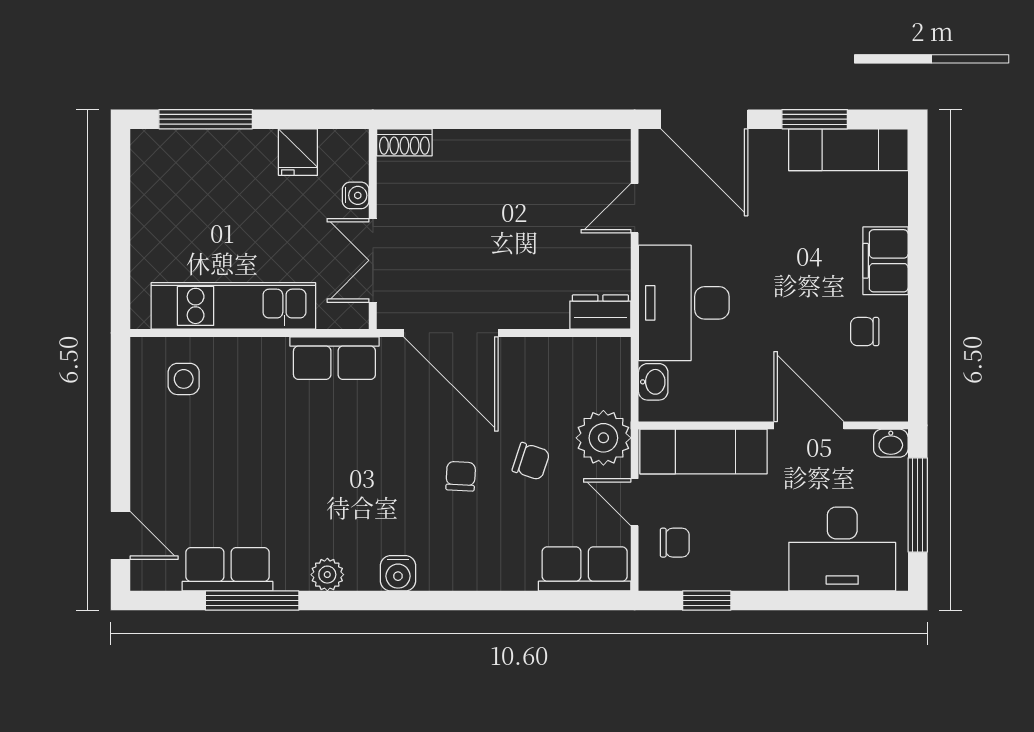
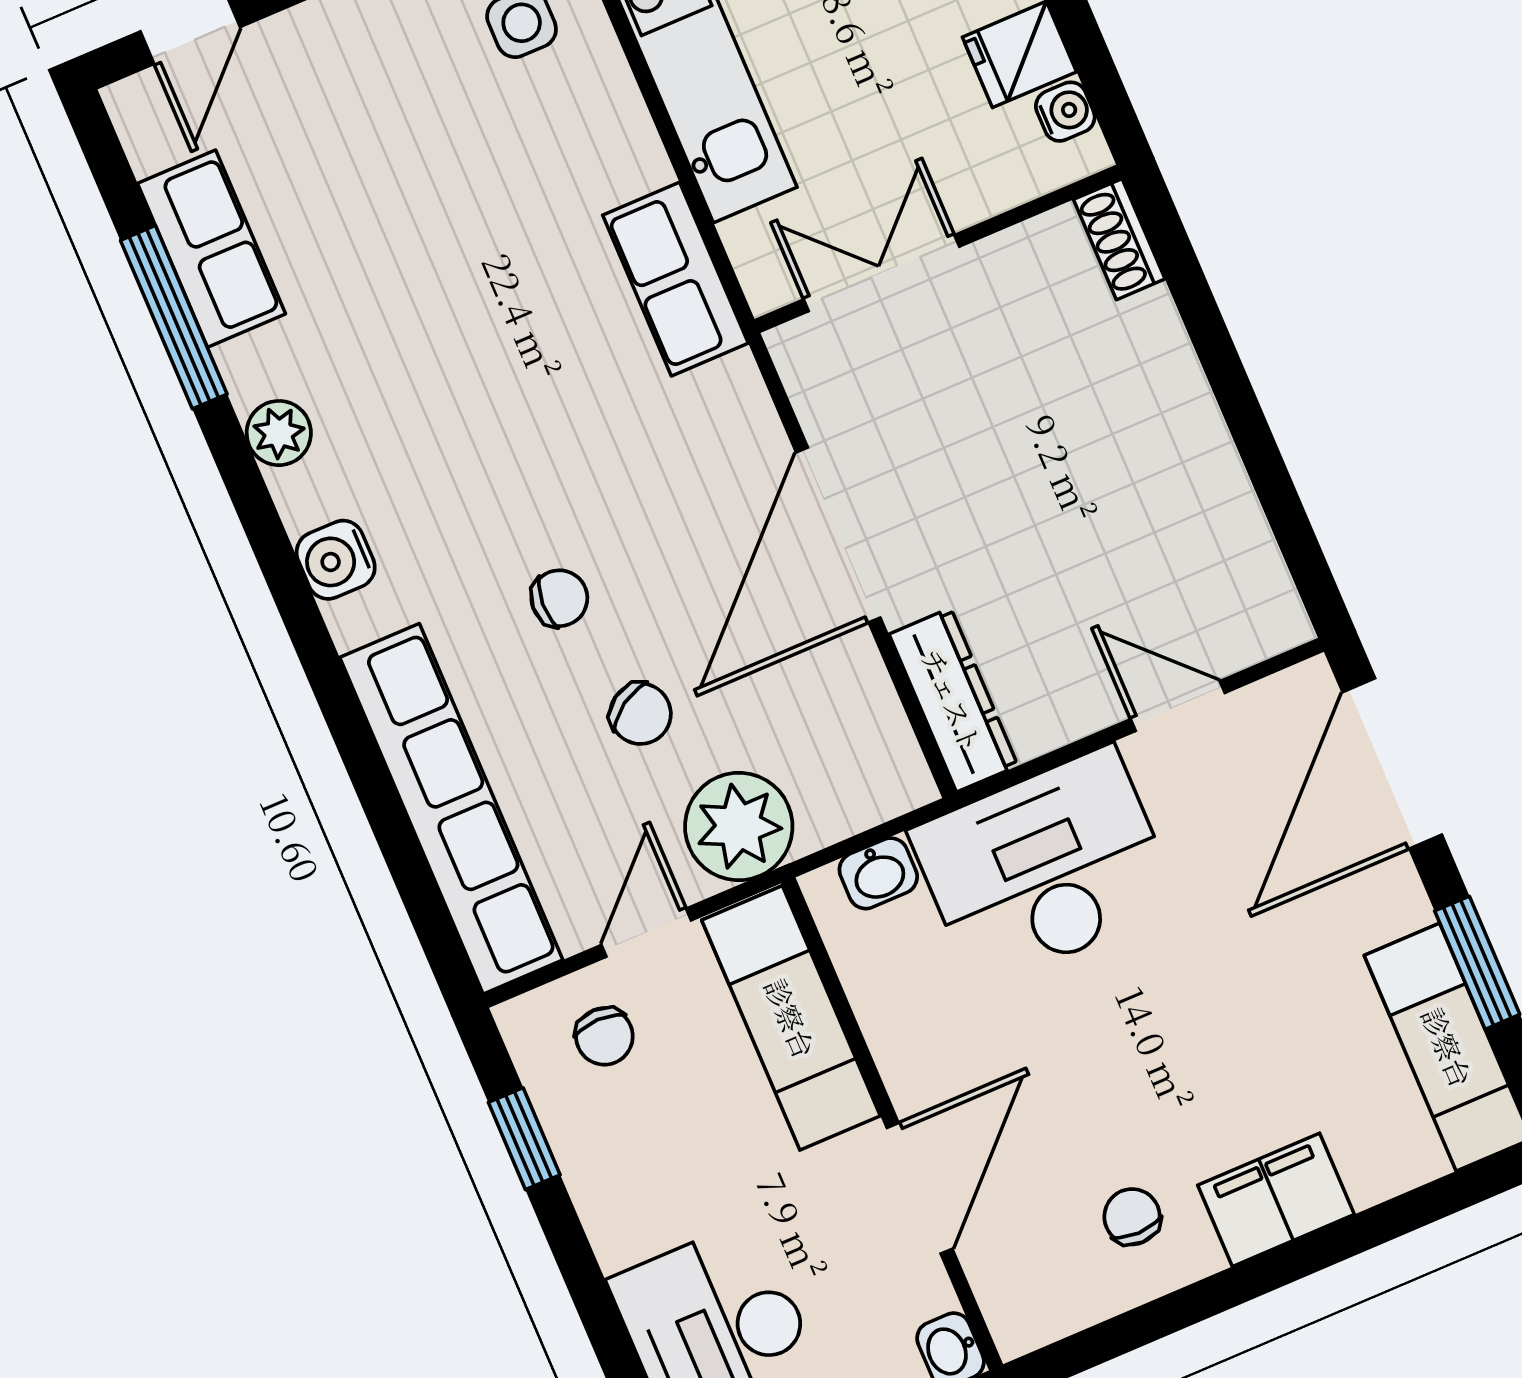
water cooler: (356, 195) -> (1065, 112), moved, turned -90
dresser: (600, 312) -> (953, 700), width x1.44
door: (451, 333) -> (838, 535), moved
chair: (531, 461) -> (641, 714), turned -51
row of seats: (585, 569) -> (451, 809), width x2.02

